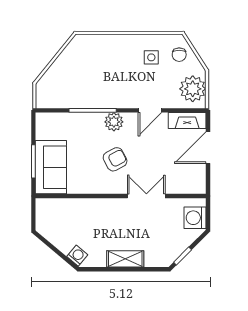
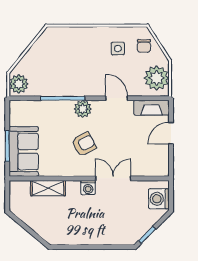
plant: (46, 95) -> (19, 84), added
door: (150, 110) -> (117, 98), swing flipped
door: (208, 148) -> (171, 133), width x0.73
washing machine: (77, 256) -> (88, 188), moved, turned 140
shelving: (125, 259) -> (48, 188), moved

